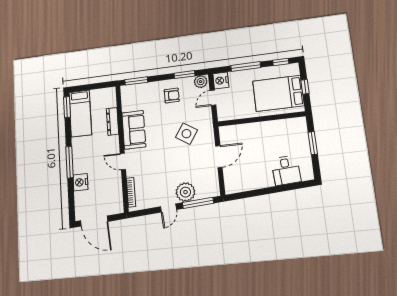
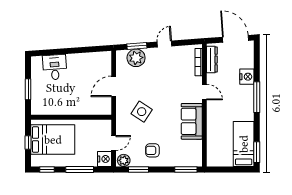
dresser: (113, 121) -> (212, 60), moved
plant: (185, 192) -> (136, 58), moved
window: (198, 203) -> (137, 46), width x0.69

